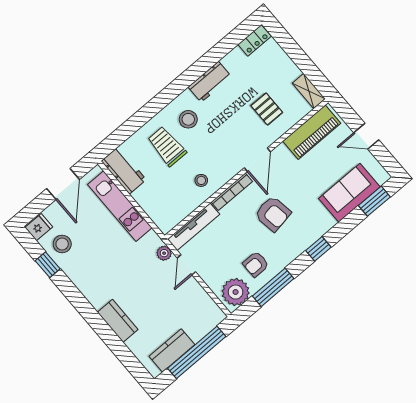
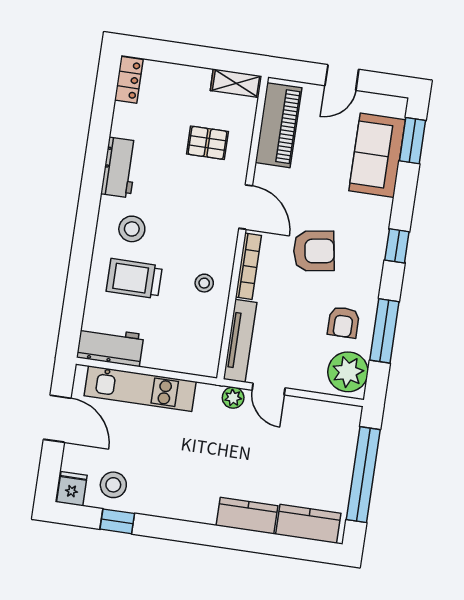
kitchen counter: (172, 350) -> (308, 524), moved, turned 90

